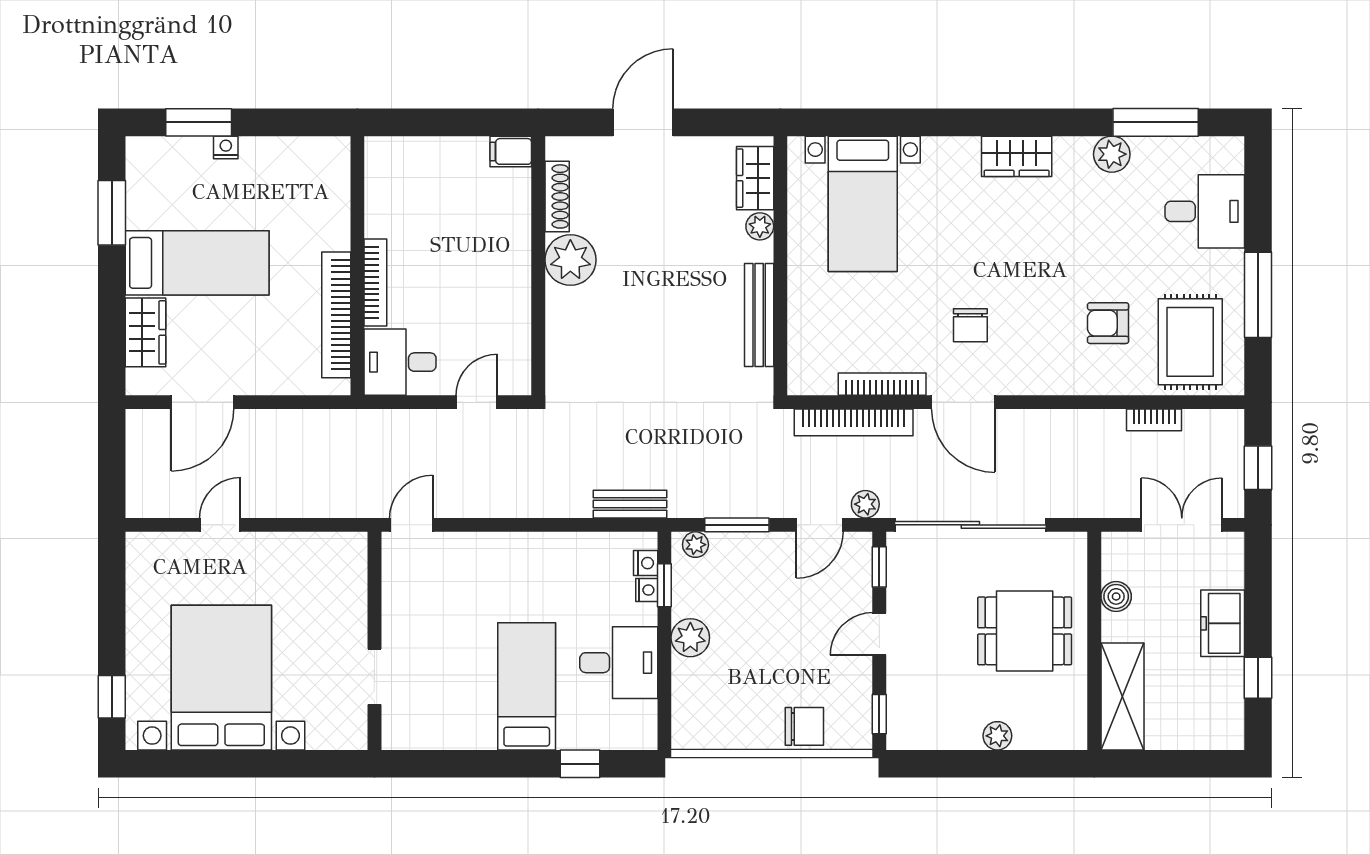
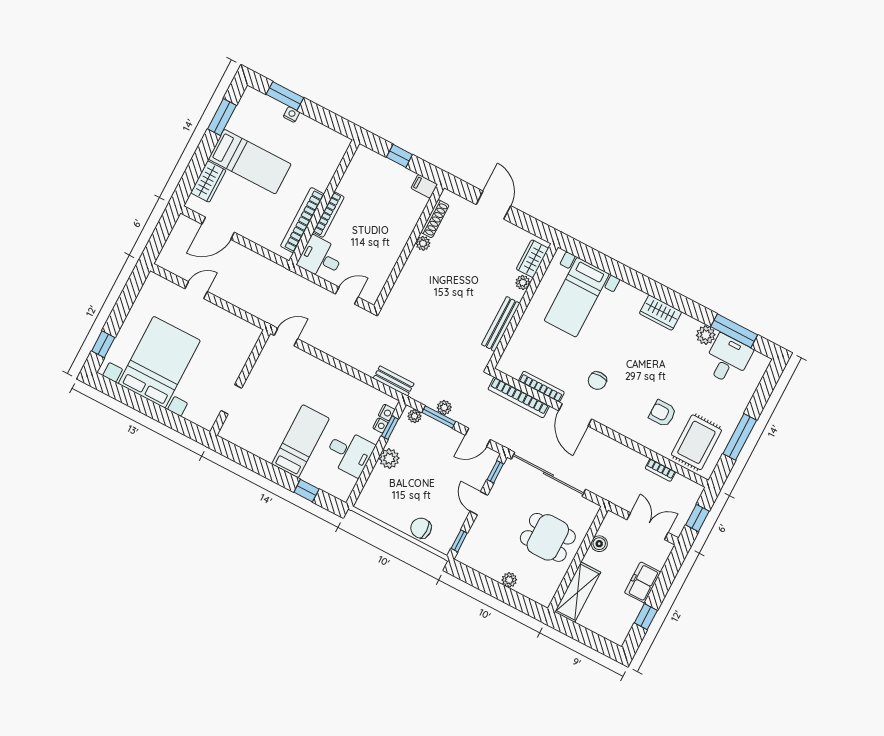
window: (443, 122) -> (399, 156), added
door: (643, 122) -> (493, 205), hinge flipped
desk: (1205, 211) -> (727, 359), moved, turned -90
plant: (570, 260) -> (423, 243), width x0.53, depth x0.53
plant: (865, 504) -> (444, 408), moved
door: (879, 634) -> (479, 503), hinge flipped
chair: (804, 726) -> (421, 528), turned 180

